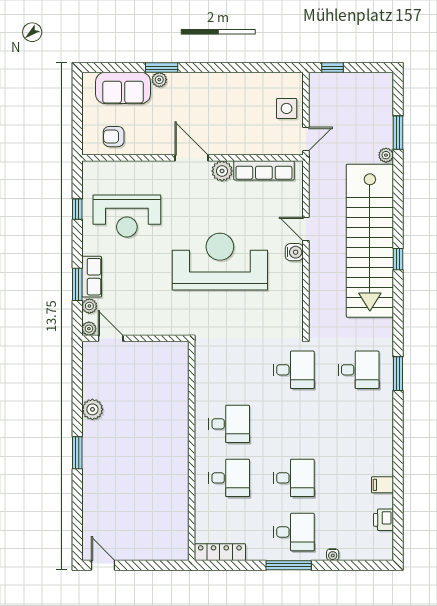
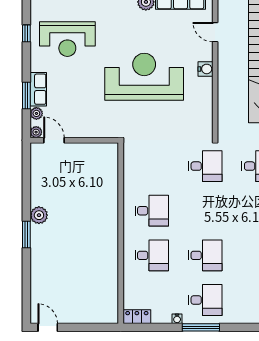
door: (306, 229) -> (215, 32), moved
plant: (92, 409) -> (39, 215), moved
locker: (220, 552) -> (137, 317), width x0.66
water cooler: (333, 555) -> (177, 319), moved

